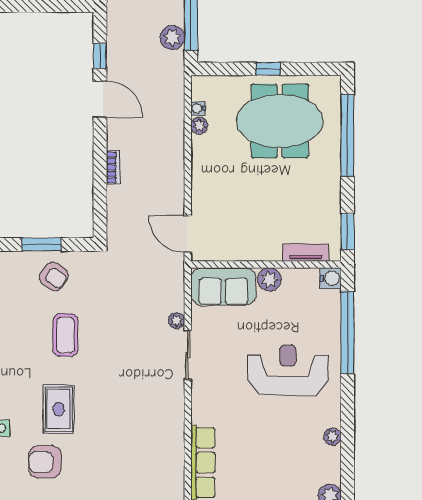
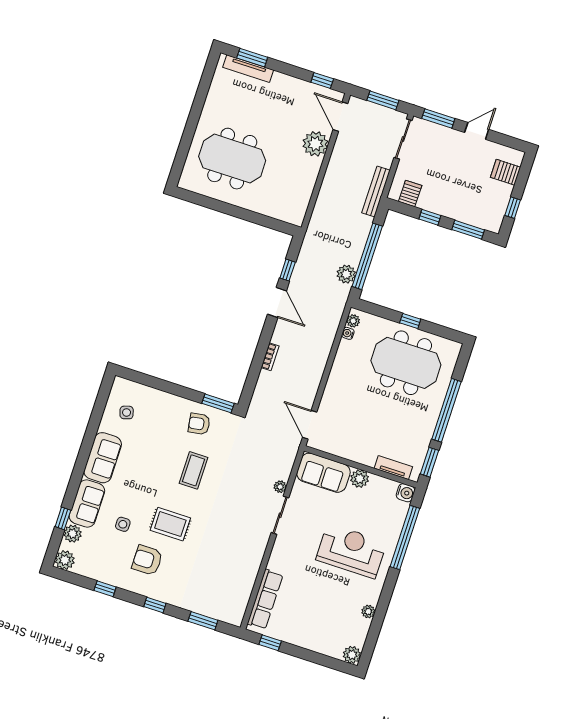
plant: (199, 125) -> (353, 321), moved
window: (347, 135) -> (446, 410), moved
window: (42, 244) -> (218, 403), moved
armchair: (54, 277) -> (199, 424), turned 136
rug: (59, 409) -> (170, 524), turned 90

